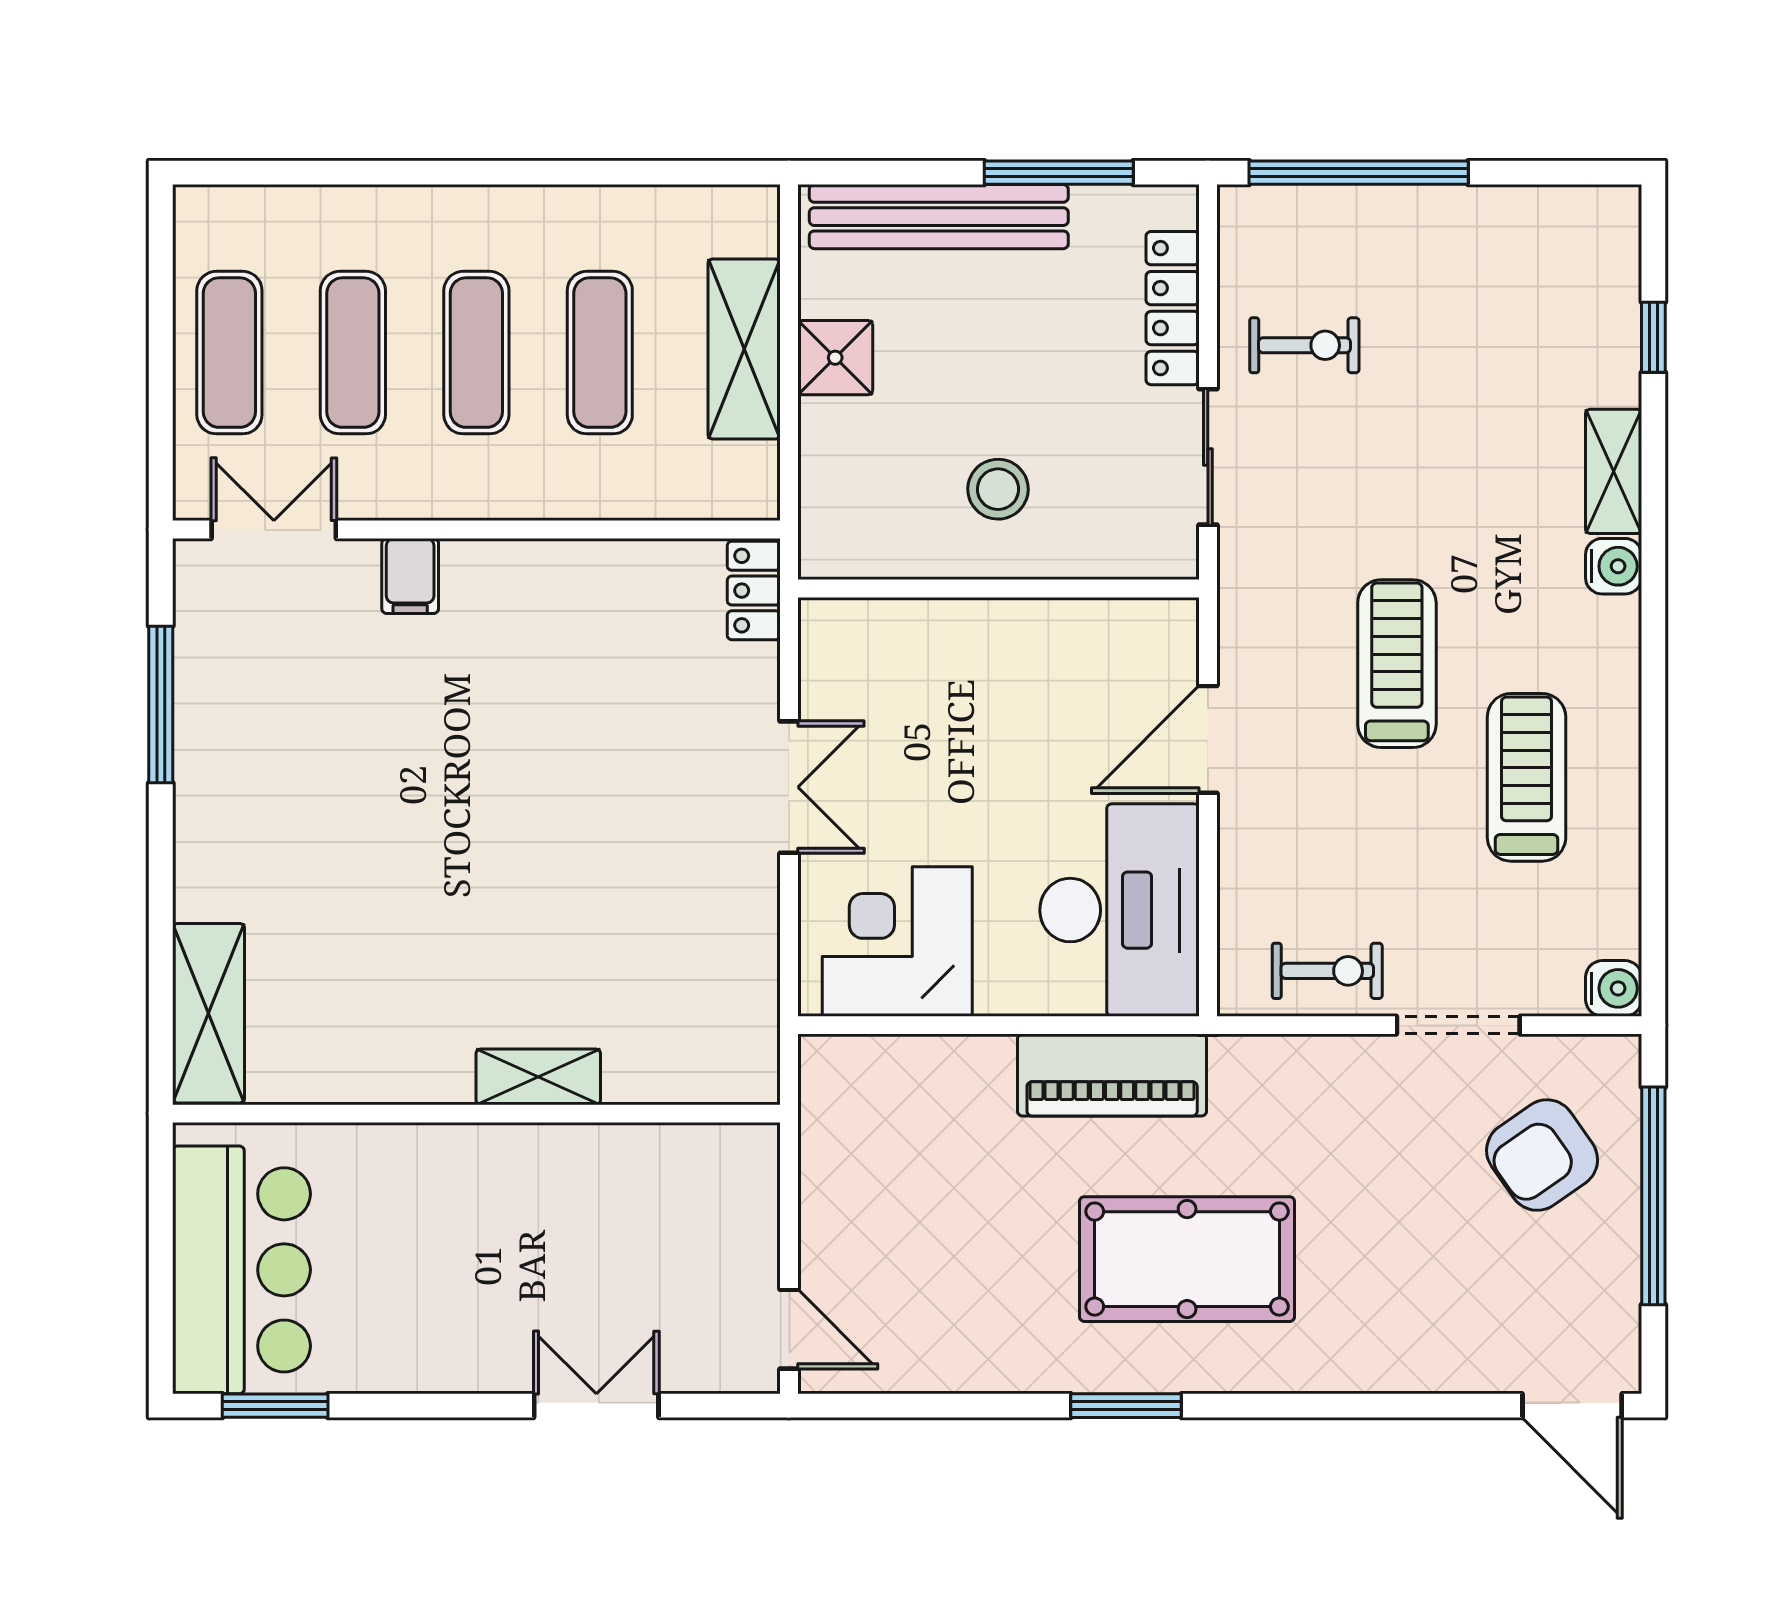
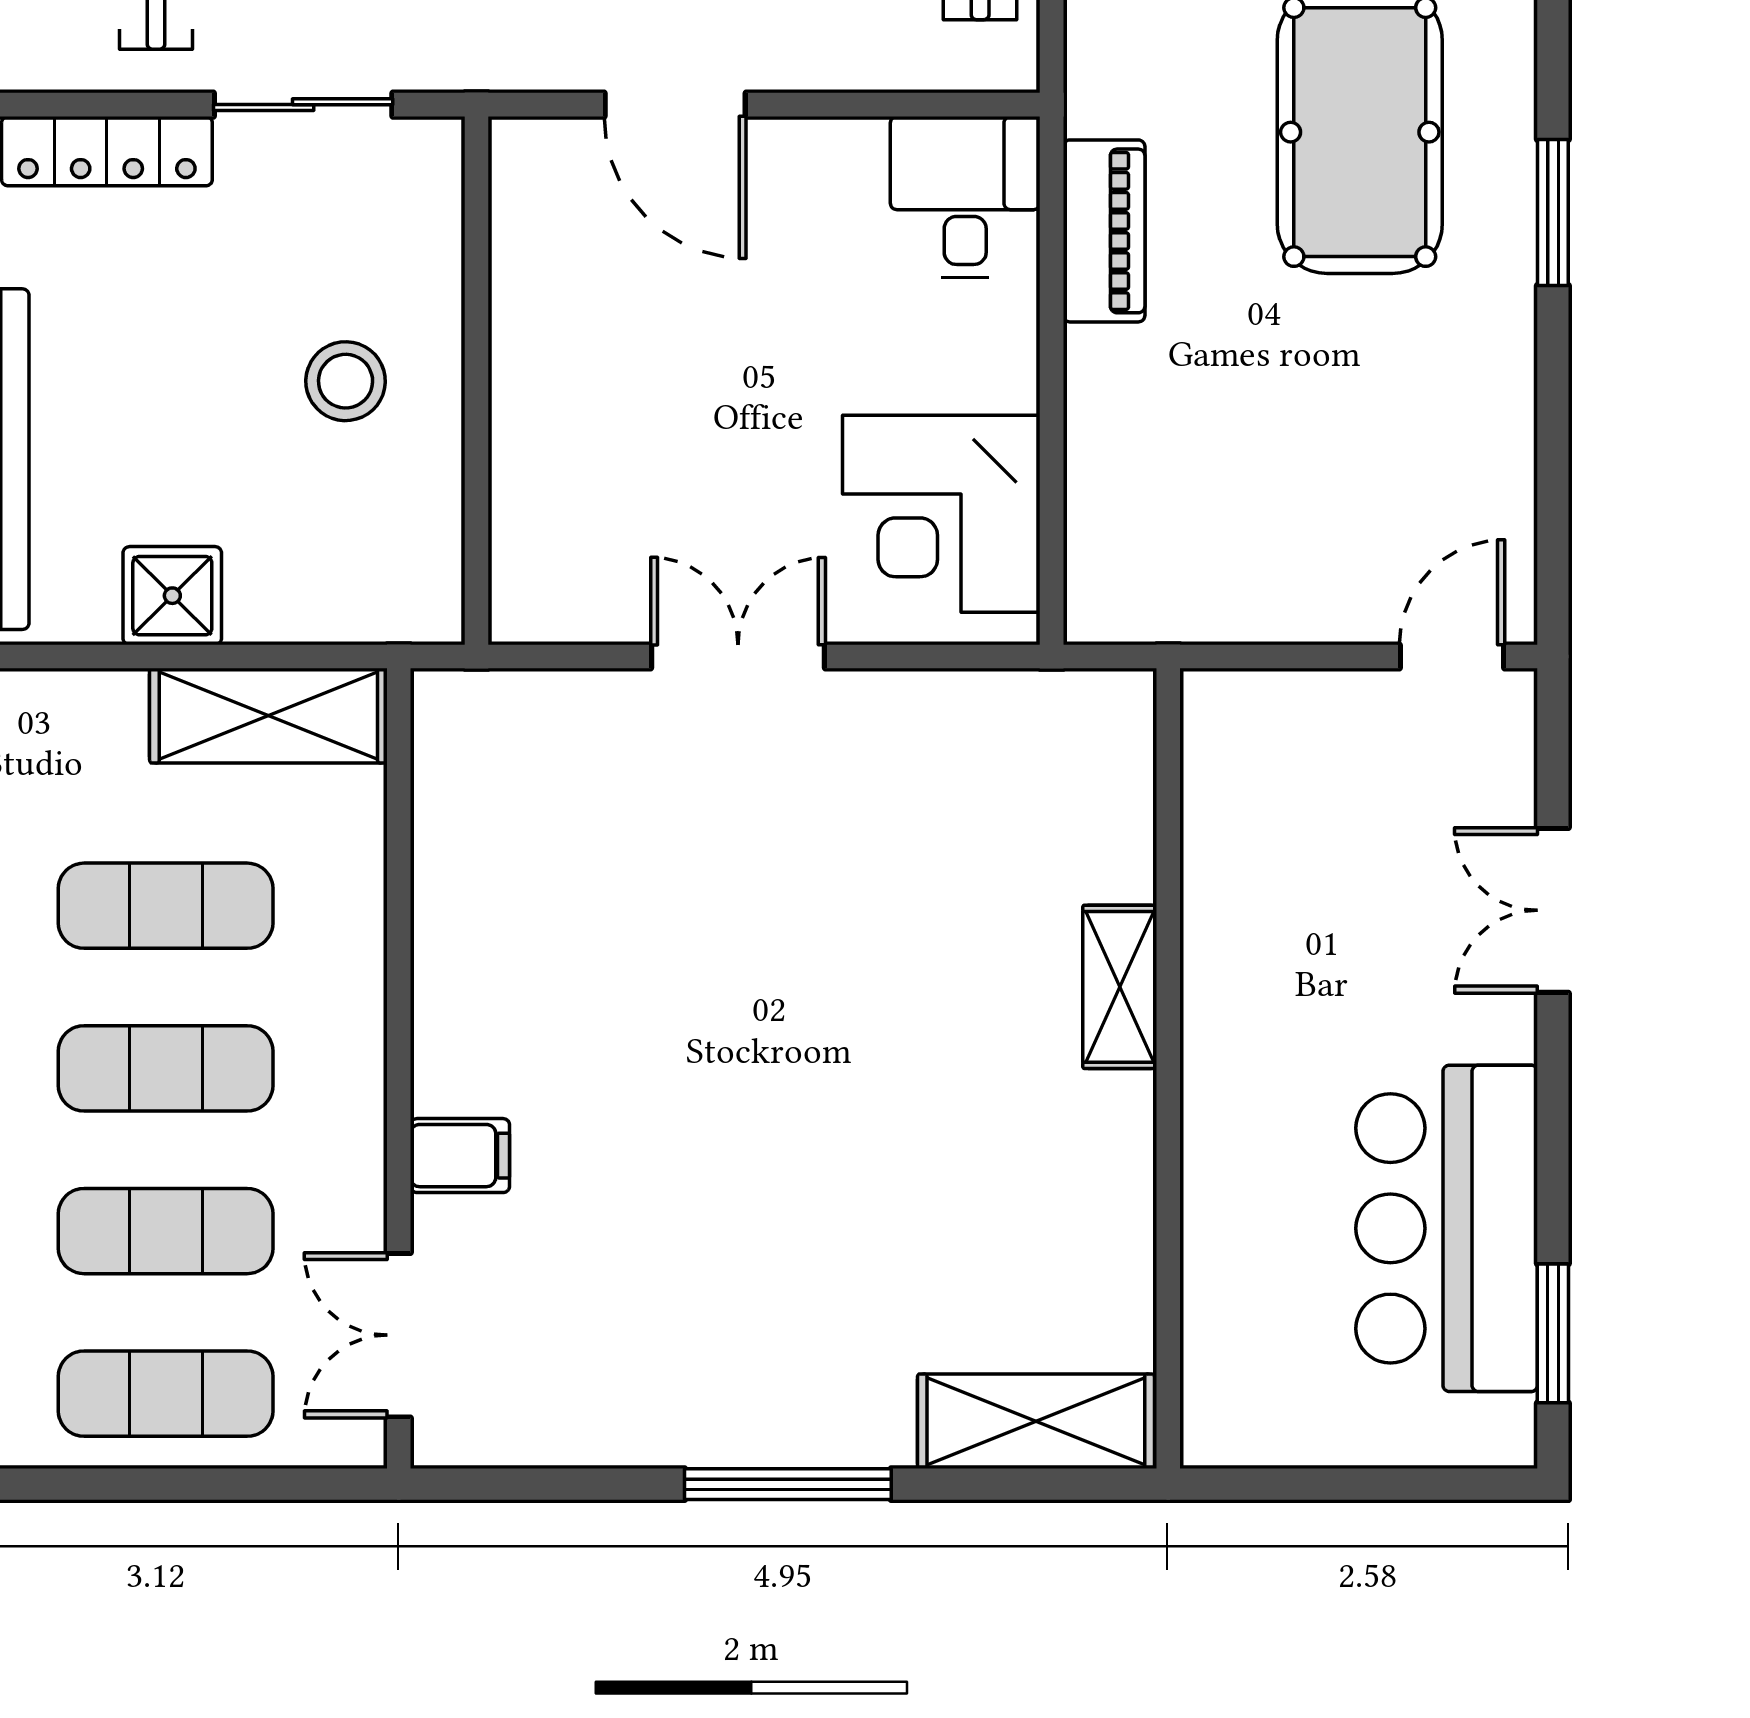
shelving: (744, 349) -> (268, 716), moved
locker: (754, 591) -> (479, 703), removed
window: (161, 705) -> (788, 1484), moved
desk: (1119, 910) -> (965, 197), width x0.53, depth x0.77
piano: (1112, 1075) -> (1104, 231), width x0.73, depth x0.75
bar counter: (241, 1270) -> (1447, 1228), moved, turned -90

